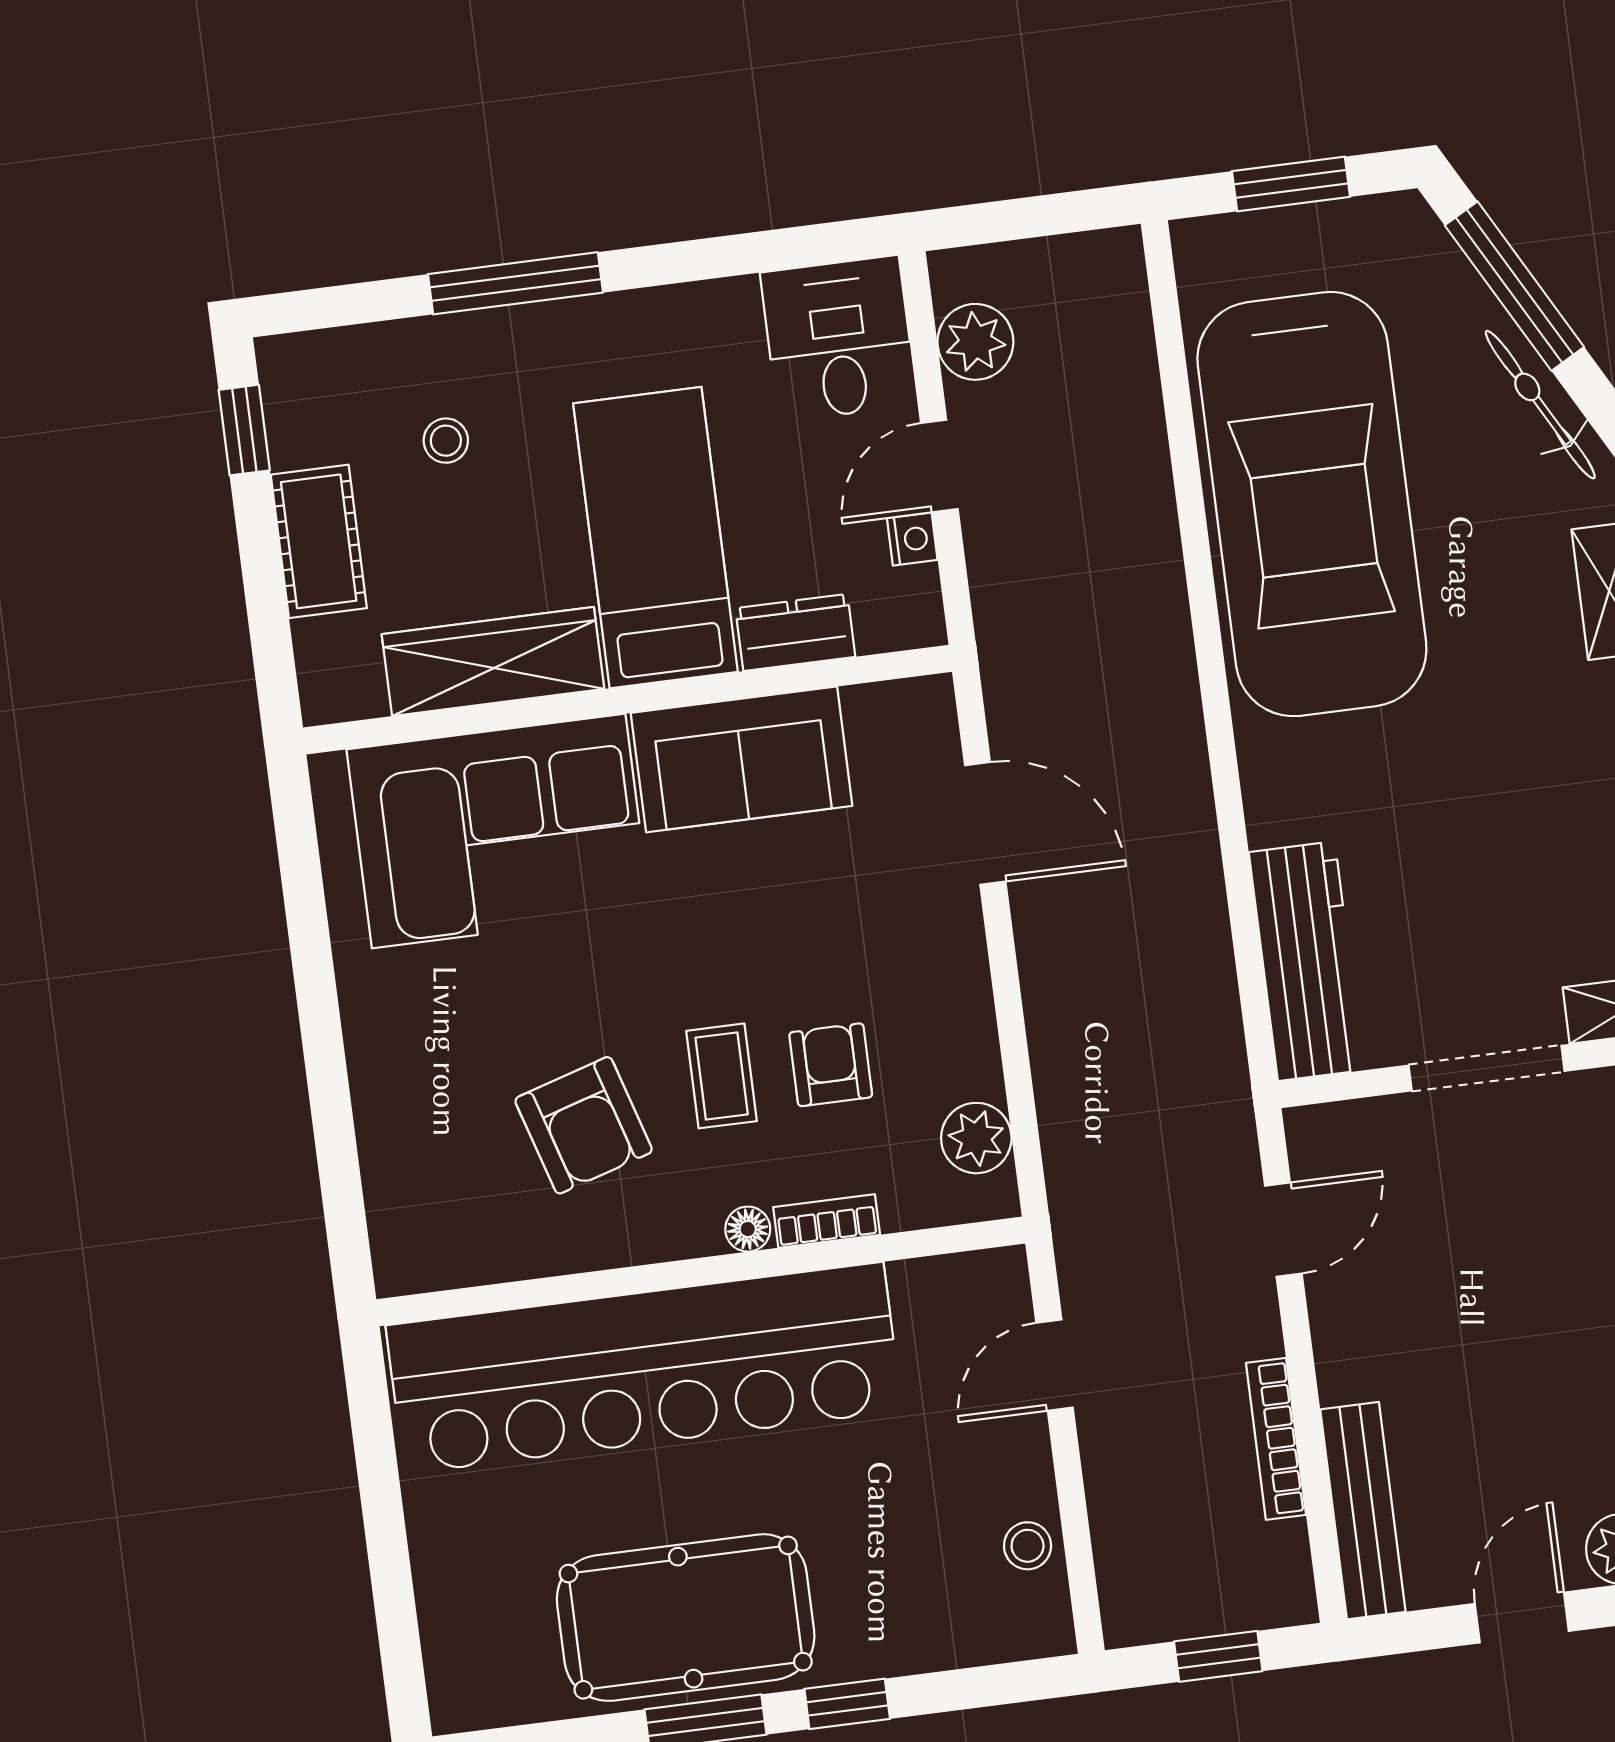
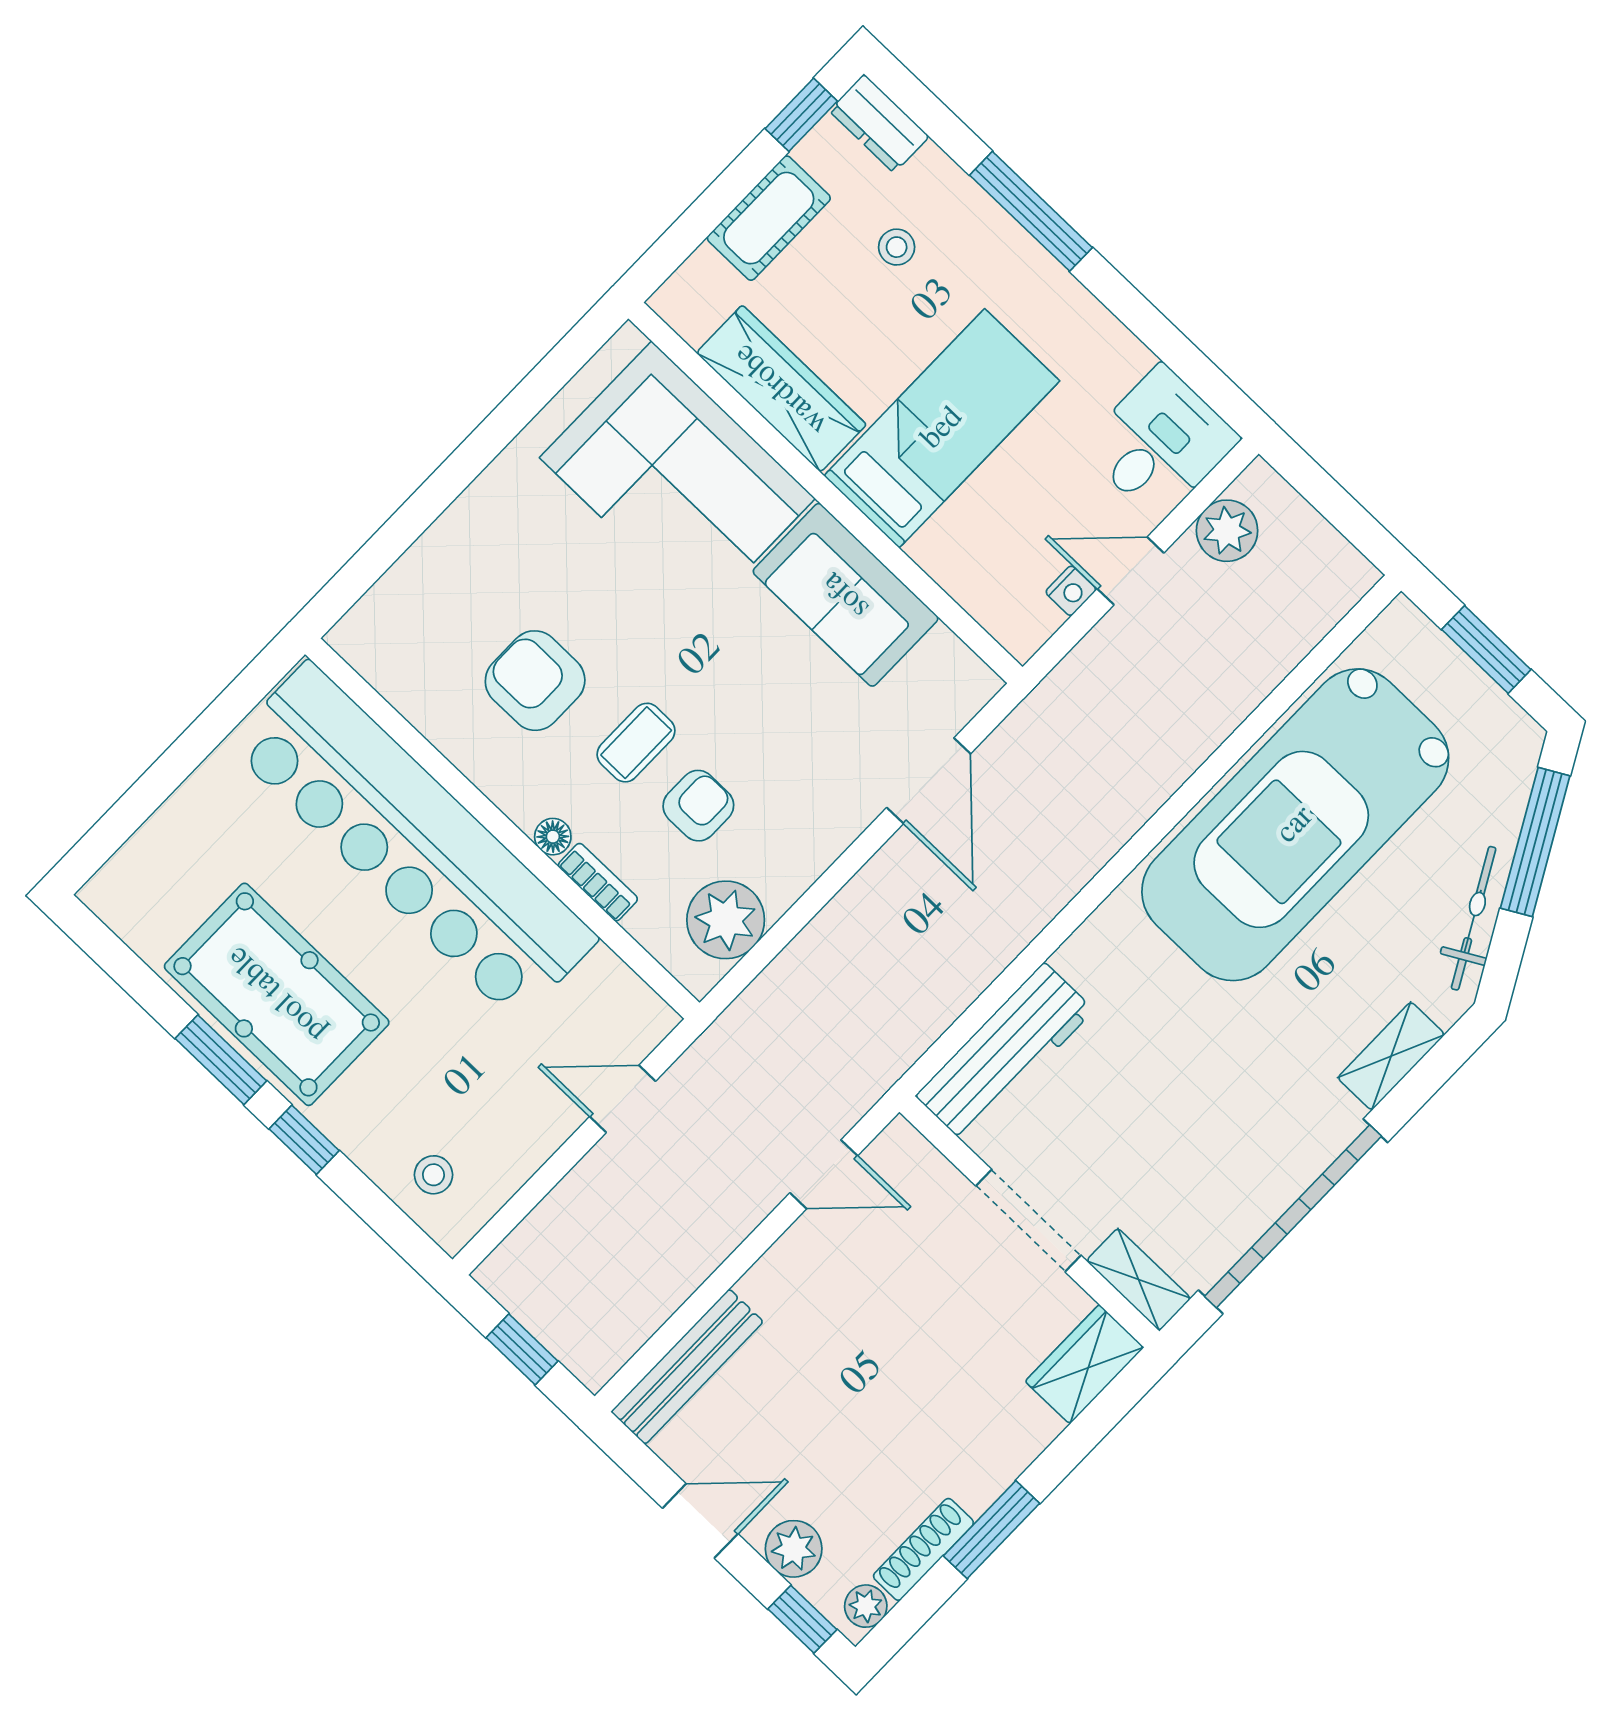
dresser: (795, 632) -> (879, 123), moved, turned 180
armchair: (584, 1125) -> (535, 681), turned 107
plant: (976, 1138) -> (726, 920), width x1.36, depth x1.36
bookcase: (1276, 1439) -> (688, 1276), removed
stool: (1028, 1546) -> (434, 1175), moved

